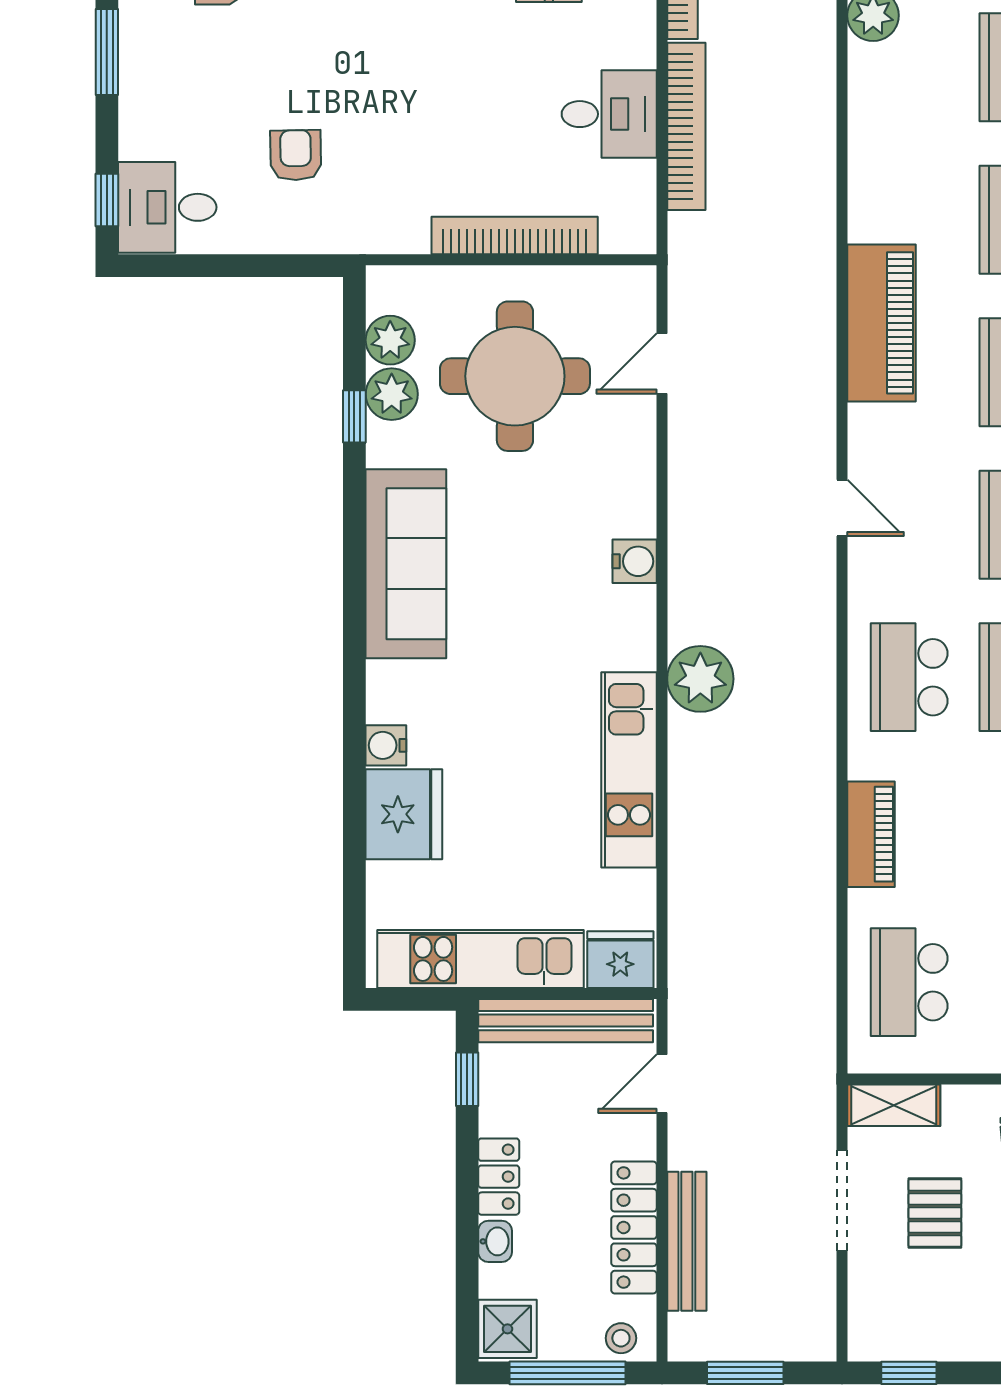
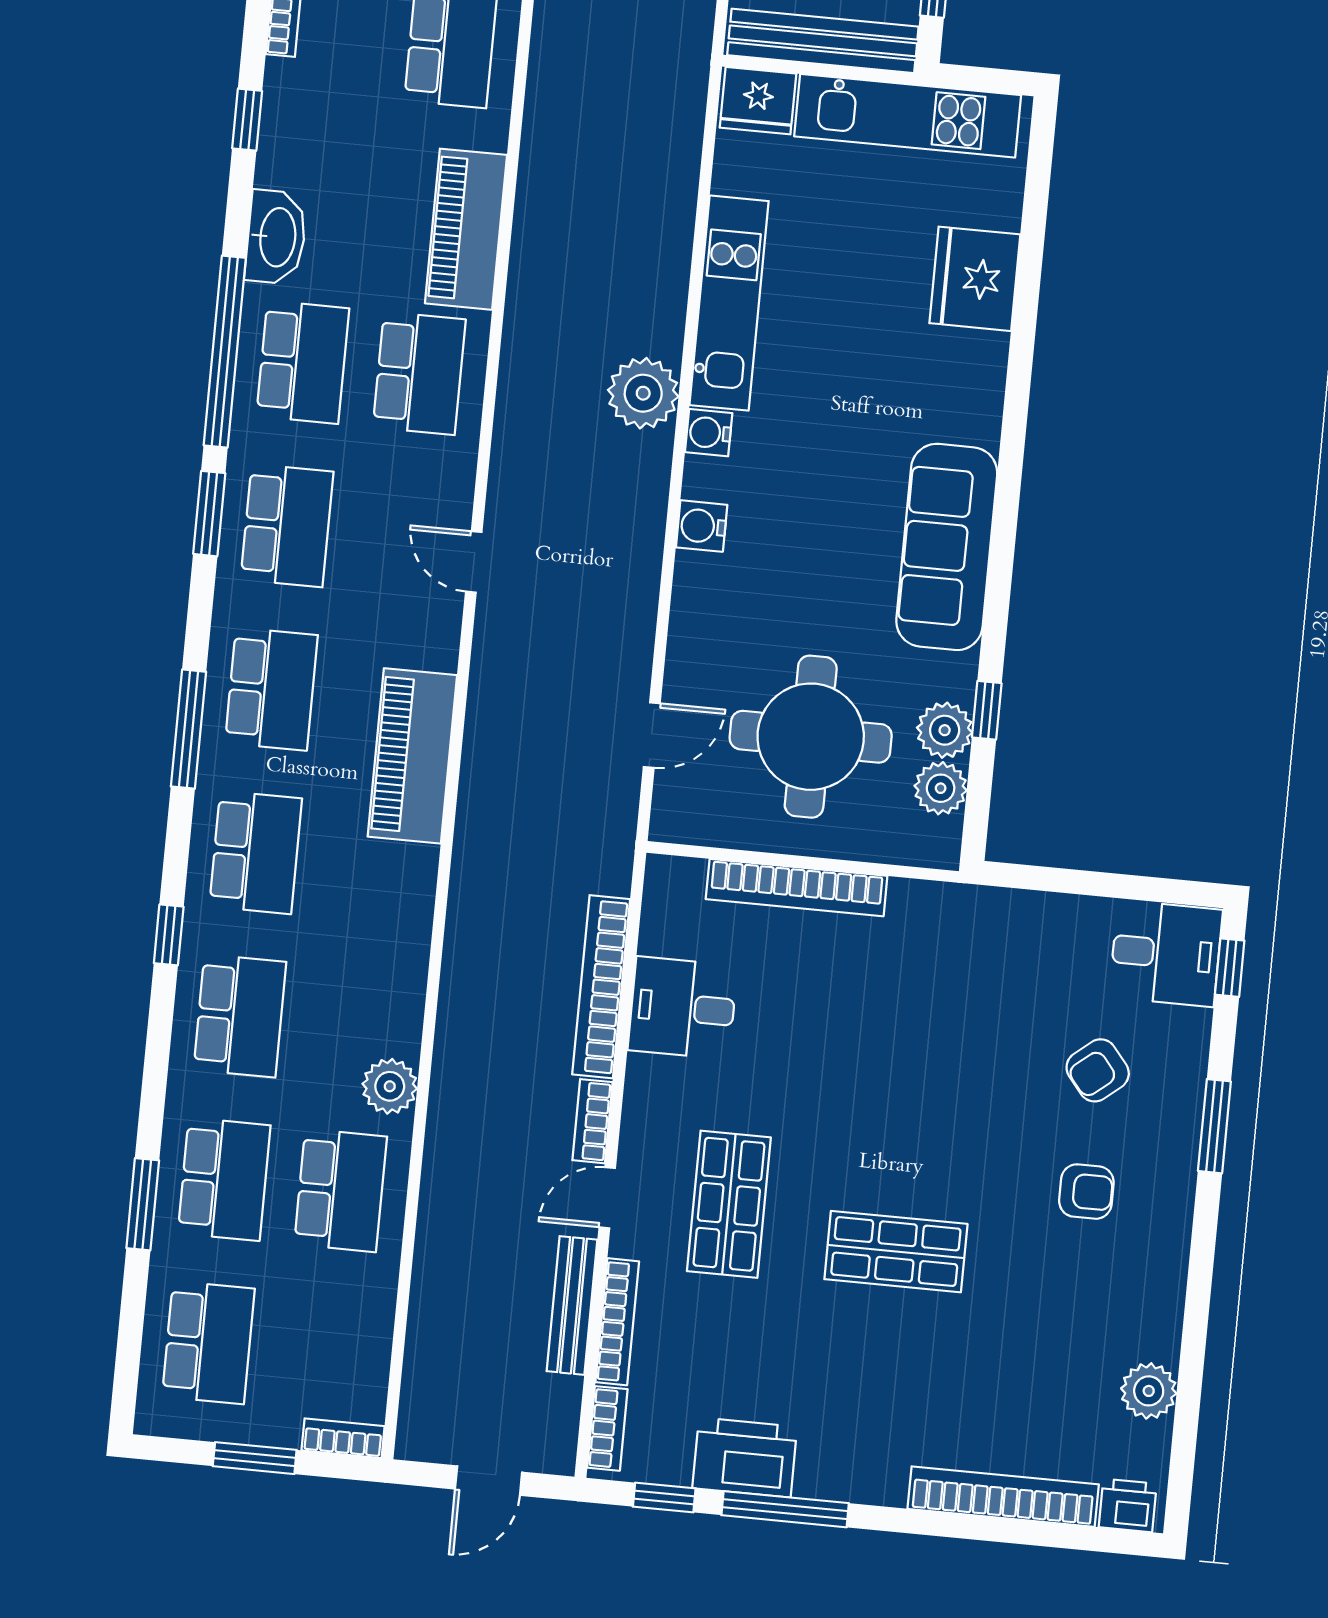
armchair: (296, 155) -> (1098, 1070), moved, turned 52
water cooler: (386, 745) -> (709, 433), moved, turned 180
piano: (871, 834) -> (466, 229), width x1.37, depth x1.33

